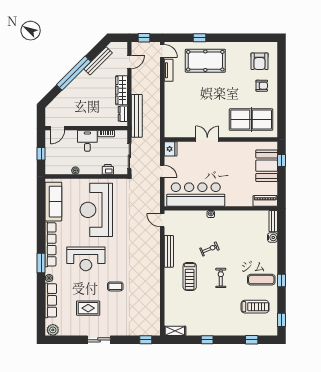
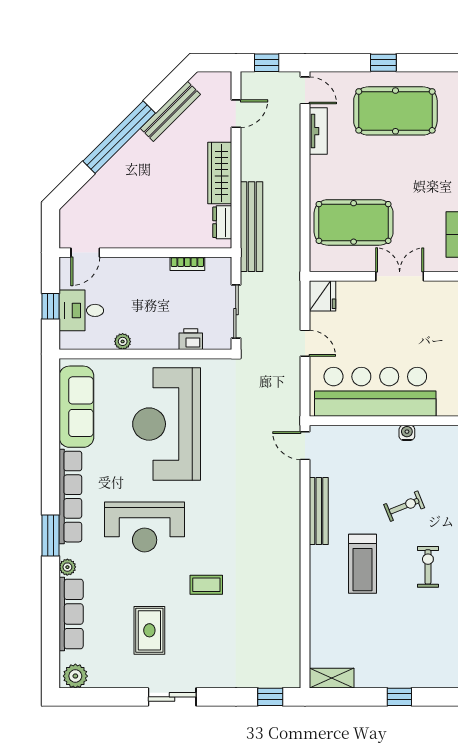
pool table: (185, 114) -> (354, 222), added
desk: (87, 141) -> (81, 310), moved, turned -90
rug: (88, 308) -> (149, 630), turned 90

